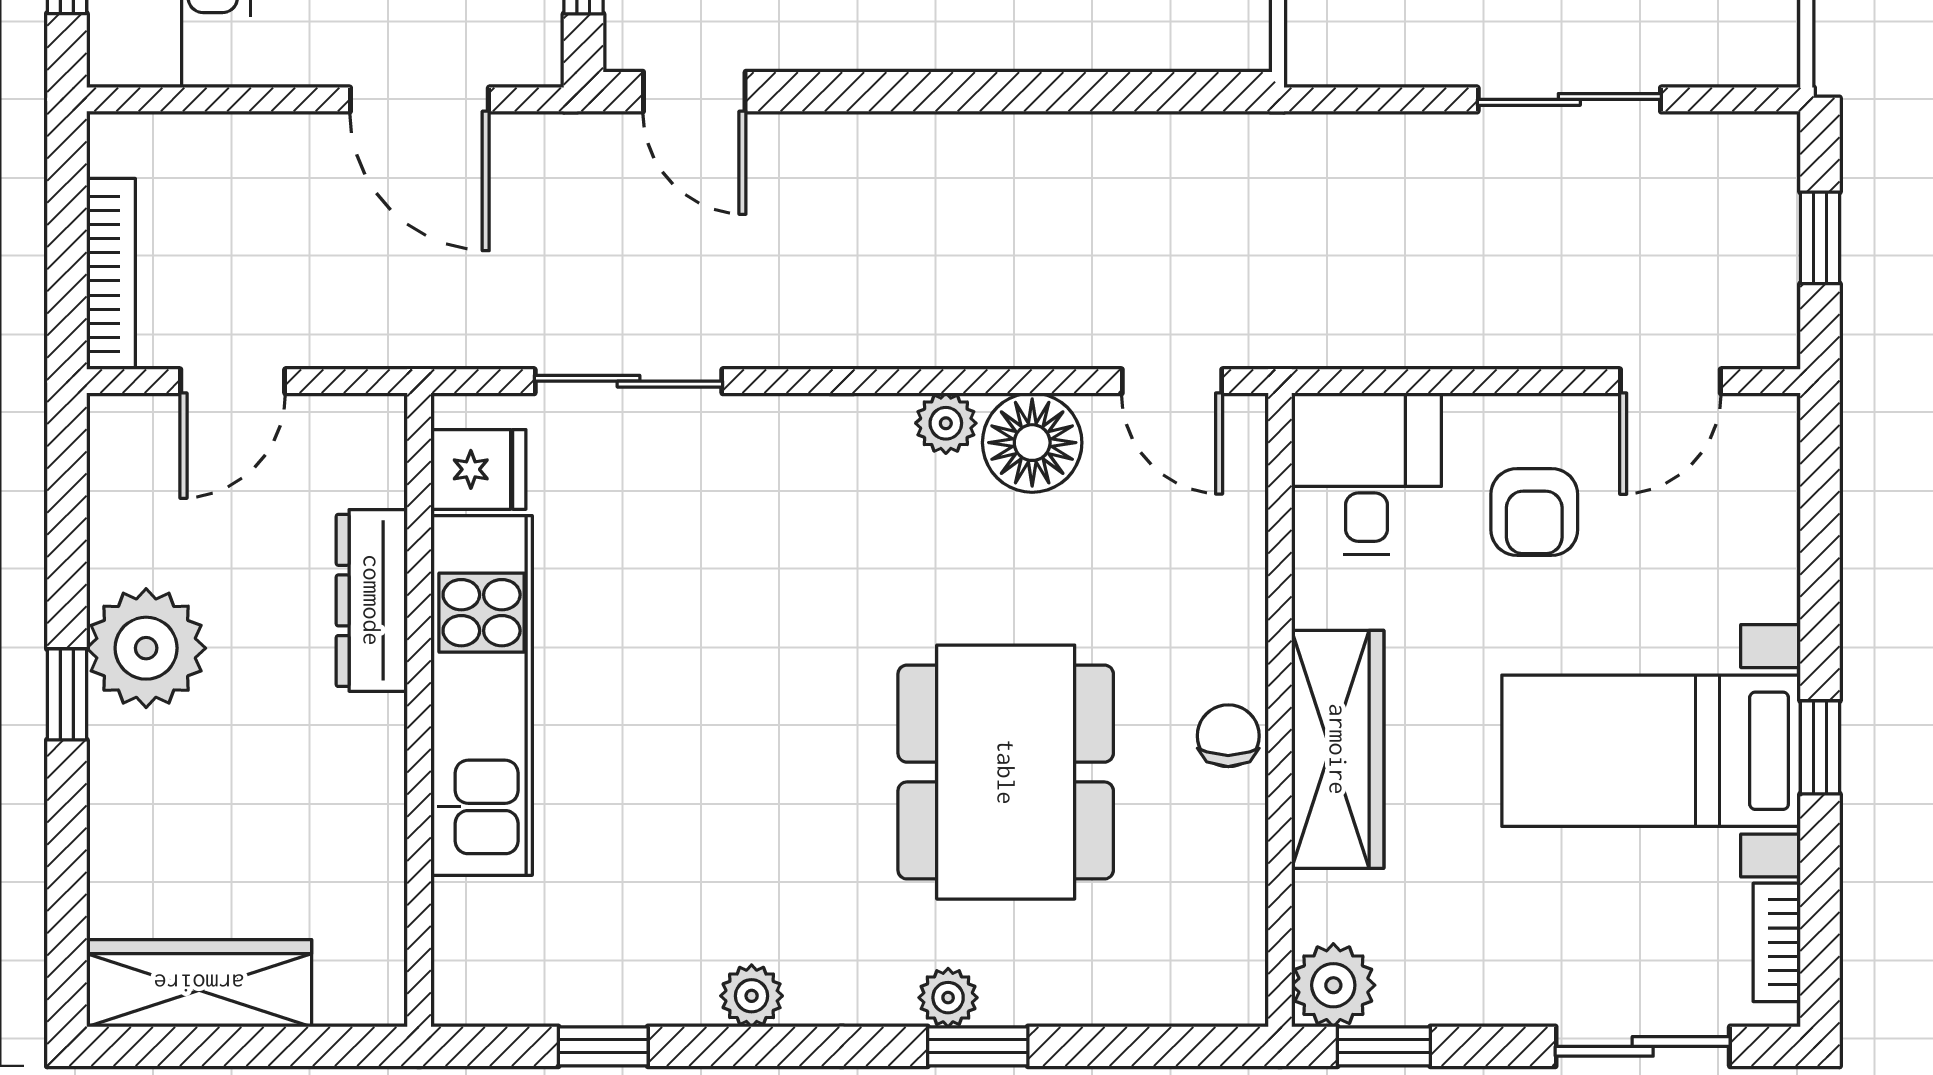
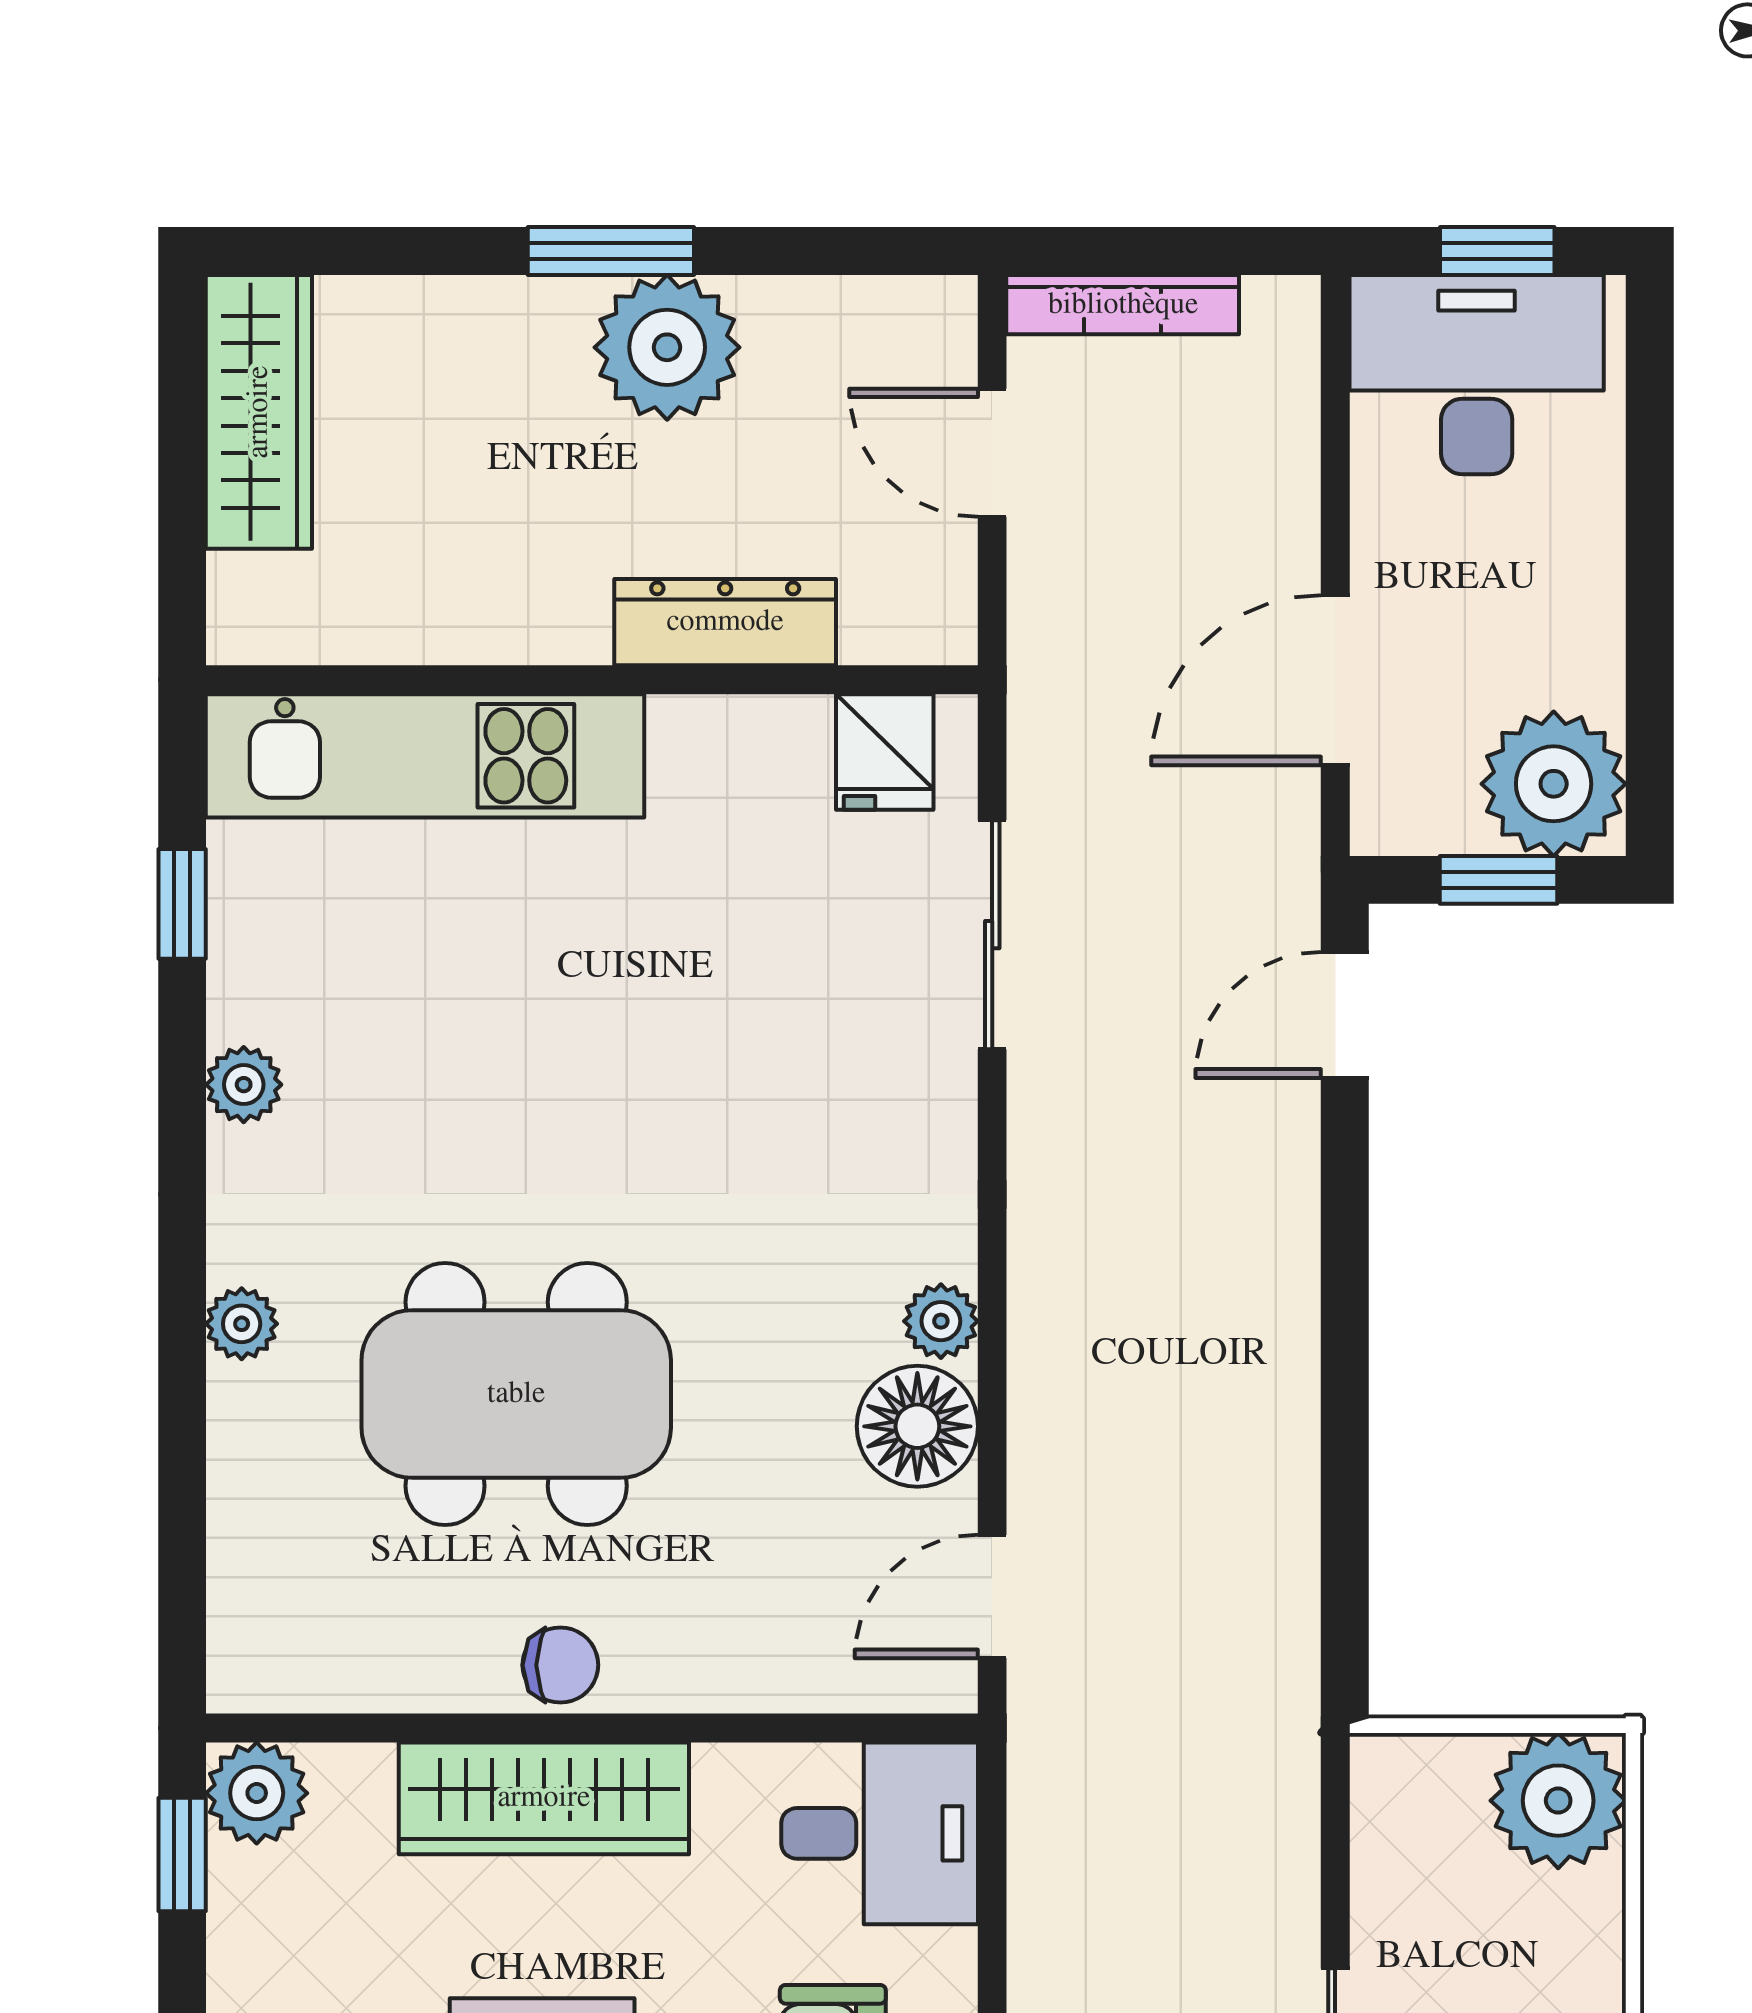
window: (67, 694) -> (611, 251), width x1.50
kitchen unit: (482, 695) -> (425, 756), moved
window: (978, 1046) -> (182, 1360), removed

